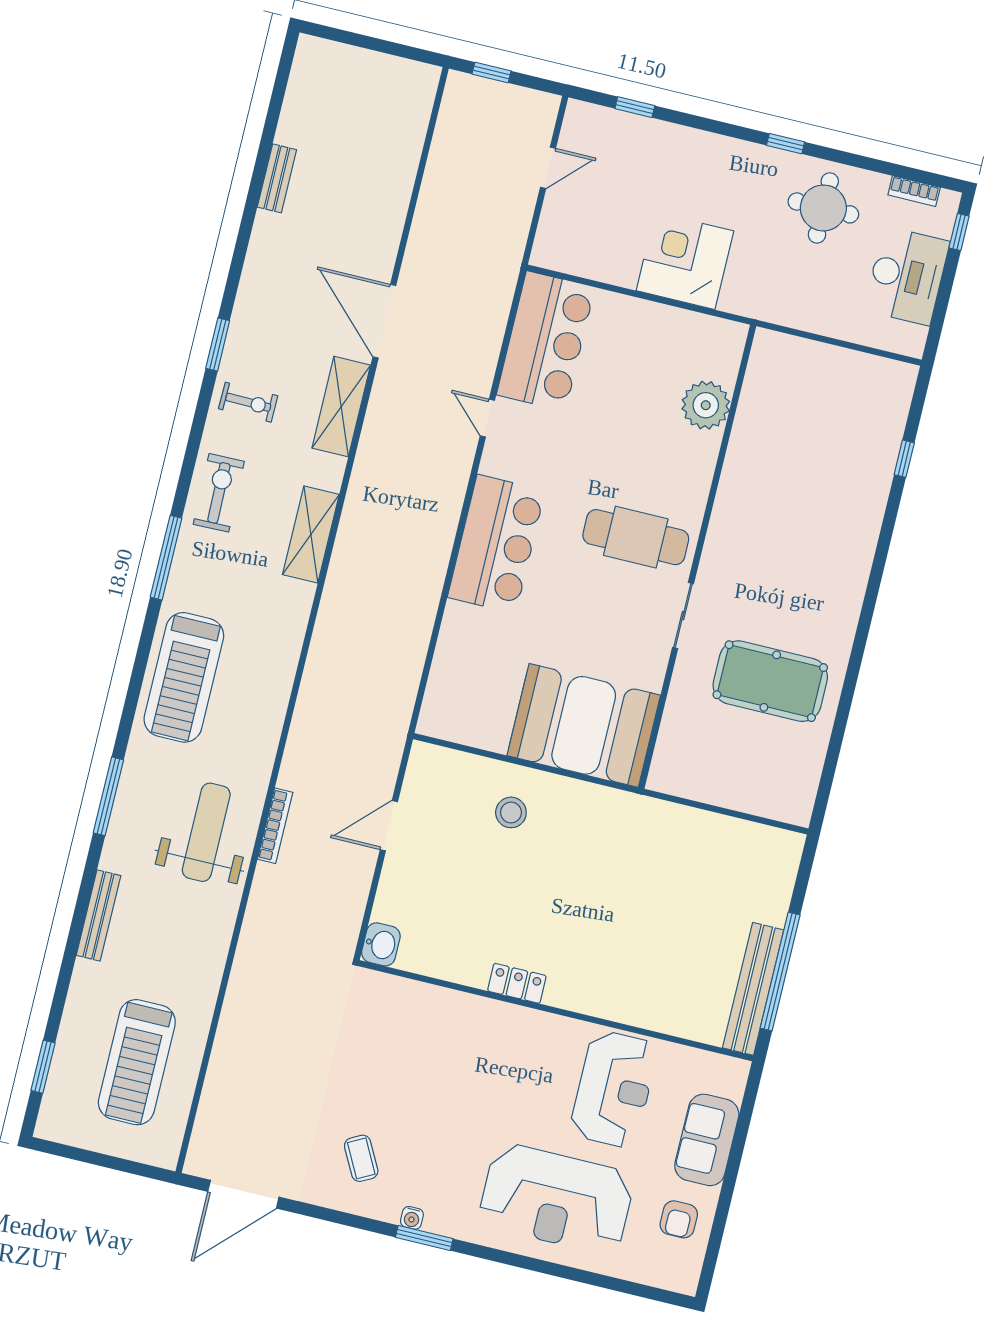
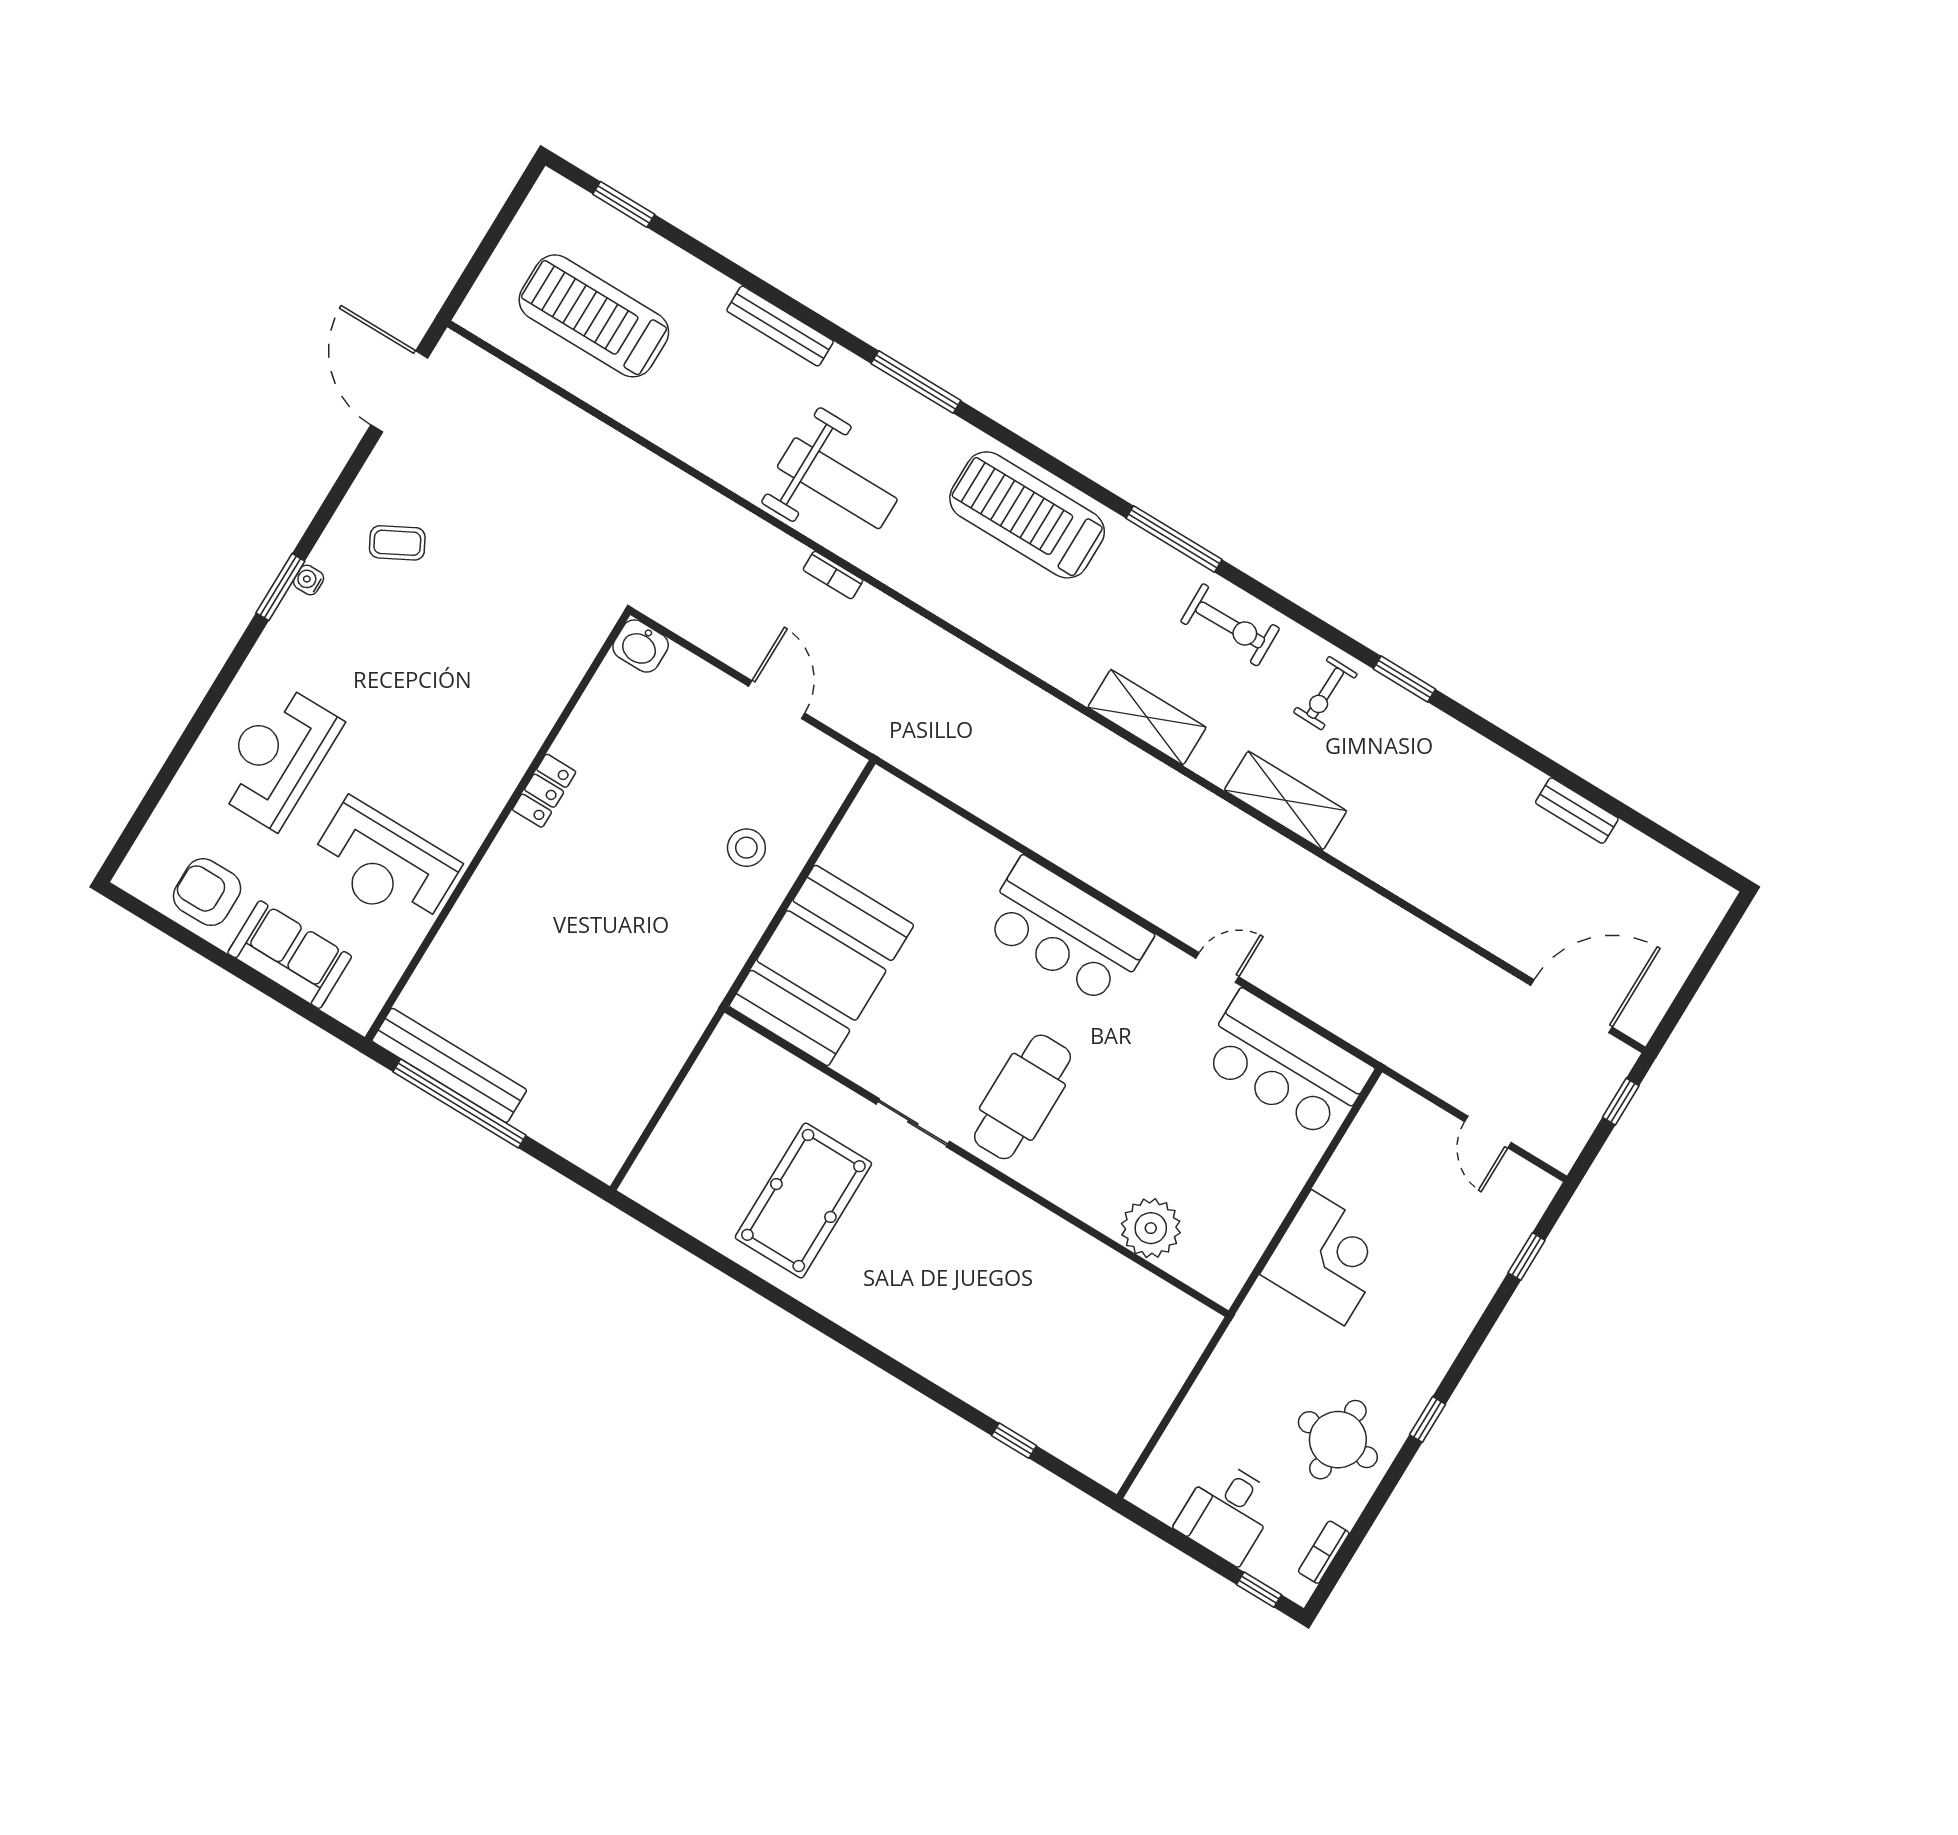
desk: (907, 276) -> (1227, 1512), width x0.73
door: (384, 321) -> (1572, 1006), moved
bookcase: (275, 826) -> (833, 575), width x0.64
reception desk: (556, 1199) -> (277, 756), width x0.74, depth x0.77
armchair: (679, 1219) -> (207, 892), width x1.38, depth x1.38

